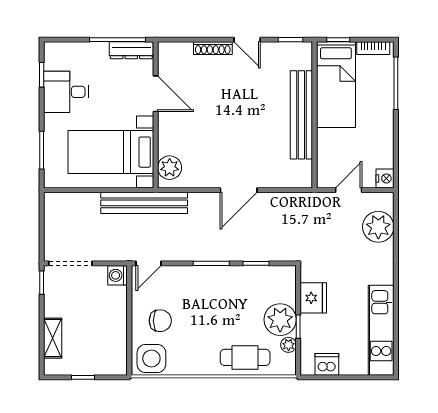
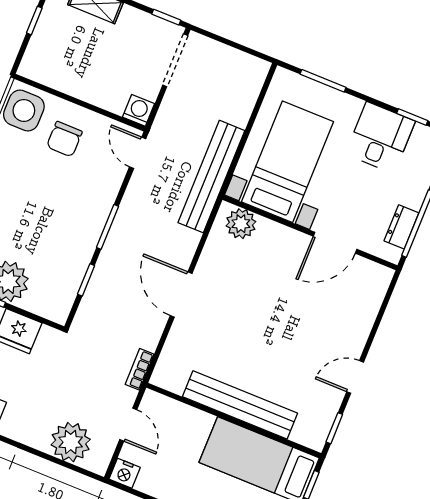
shoe rack: (213, 48) -> (362, 332), removed
dresser: (131, 50) -> (401, 227), width x0.70
bookcase: (305, 198) -> (140, 369), added

